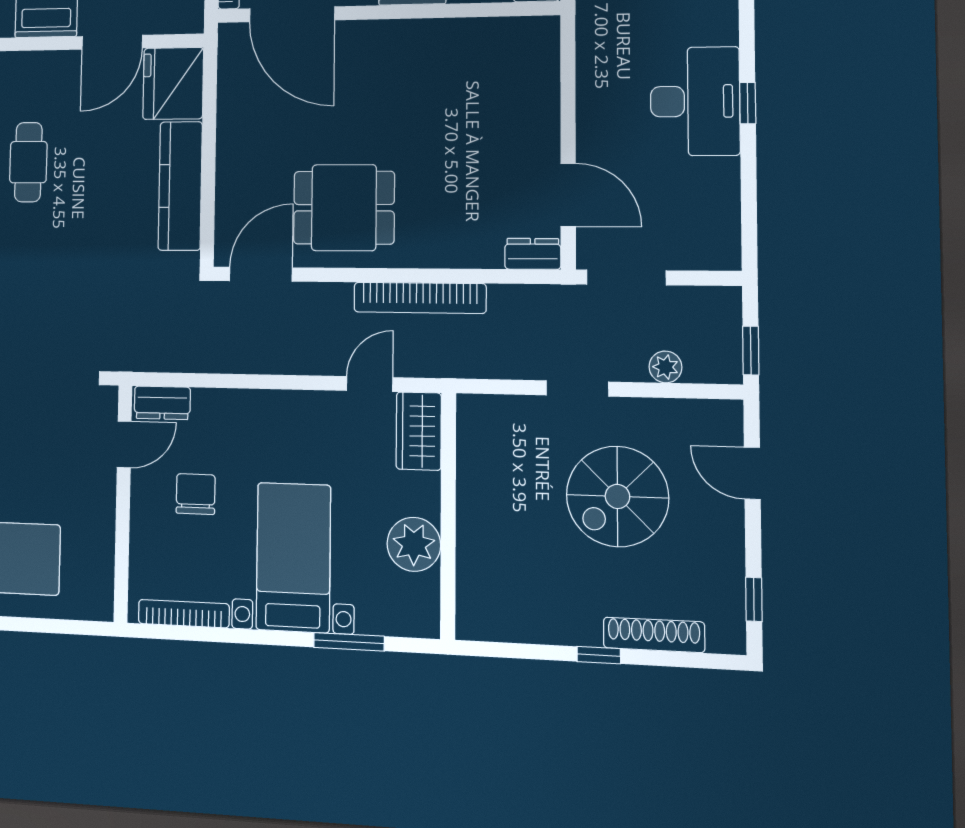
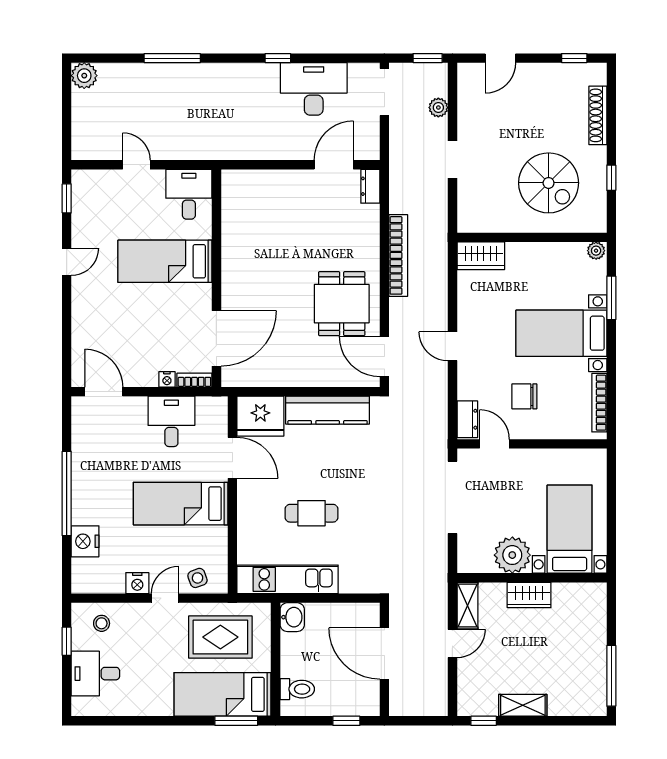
desk: (695, 101) -> (314, 89), moved
doorway: (626, 277) -> (384, 92), moved
door: (370, 384) -> (452, 346), moved
spiral stairs: (617, 496) -> (549, 183), moved
plant: (414, 544) -> (596, 251), moved, width x0.53, depth x0.53
window: (599, 655) -> (611, 178), moved

